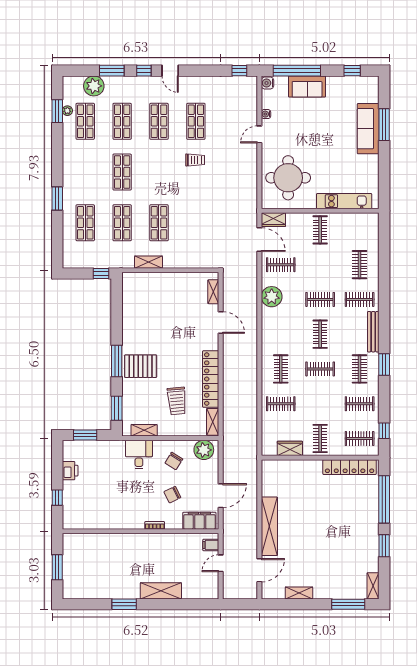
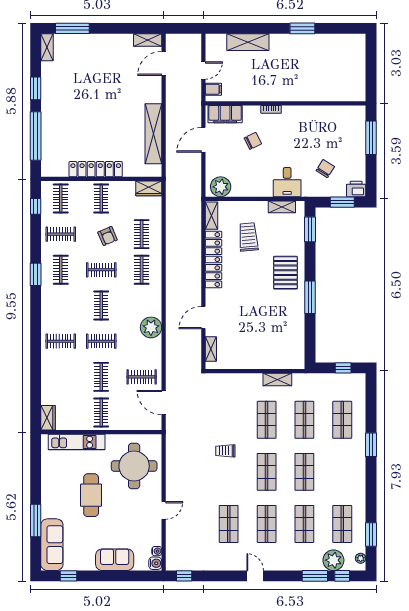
window: (144, 71) -> (342, 576), moved
window: (297, 71) -> (125, 576), removed
plant: (67, 111) -> (361, 558), moved
water cooler: (266, 114) -> (157, 551), moved
sofa: (368, 129) -> (52, 545), moved
cafe table: (330, 149) -> (91, 495), added
trolley: (195, 160) -> (225, 451), moved
shop shelf: (159, 172) -> (267, 472), added
wardrobe: (273, 220) -> (48, 418), moved, turned 90
clothes rail: (360, 265) -> (101, 377), moved
window: (101, 273) -> (343, 368), moved
plant: (272, 297) -> (151, 327), moved
door: (221, 322) -> (203, 318), hinge flipped
bench: (373, 332) -> (47, 308), removed
window: (117, 361) -> (310, 297), moved
pallet: (141, 366) -> (285, 273), turned 90
armchair: (314, 402) -> (108, 236), added
clothes rail: (281, 404) -> (142, 234), turned 90
clothes rail: (360, 438) -> (61, 198), turned 90
wardrobe: (290, 448) -> (149, 188), moved
chair: (174, 461) -> (325, 169), moved
locker: (350, 467) -> (96, 169), moved
printer: (70, 471) -> (356, 189), moved, turned 90
window: (57, 498) -> (371, 138), width x2.17
shelving: (269, 526) -> (153, 134), moved
window: (57, 567) -> (371, 66), removed
shelving: (161, 591) -> (248, 42), moved
shelving: (299, 593) -> (148, 40), moved

